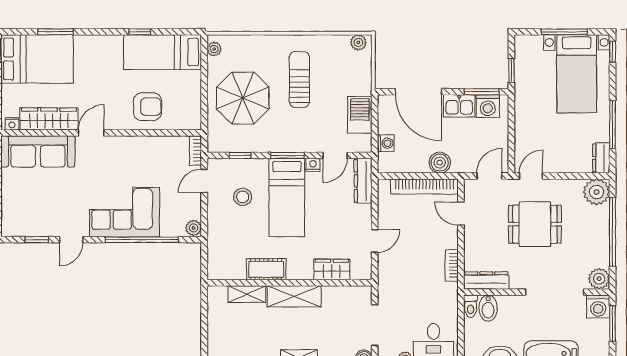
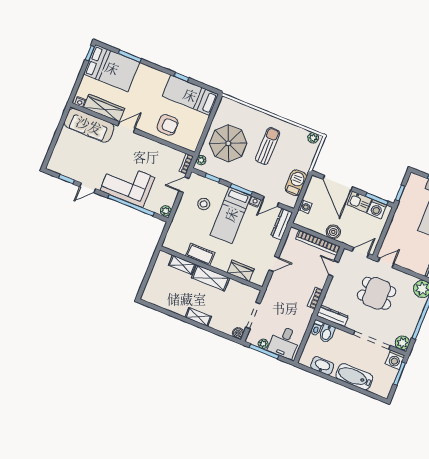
plant: (214, 49) -> (201, 160), moved

